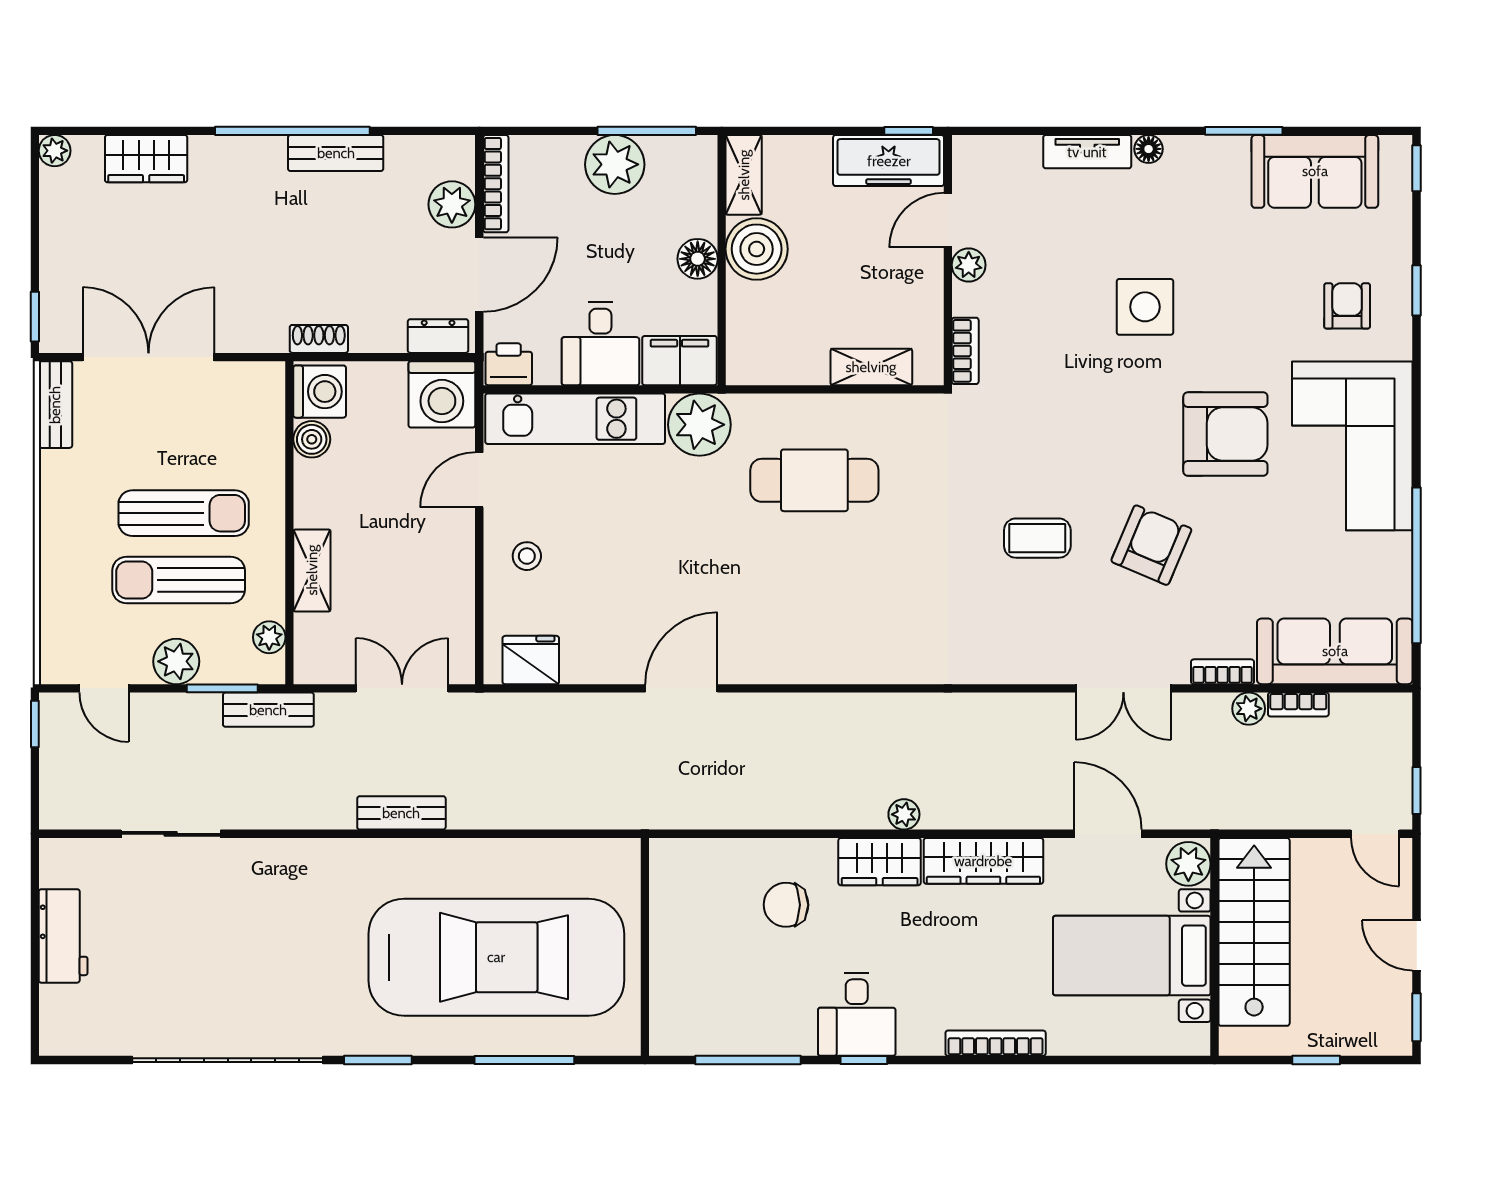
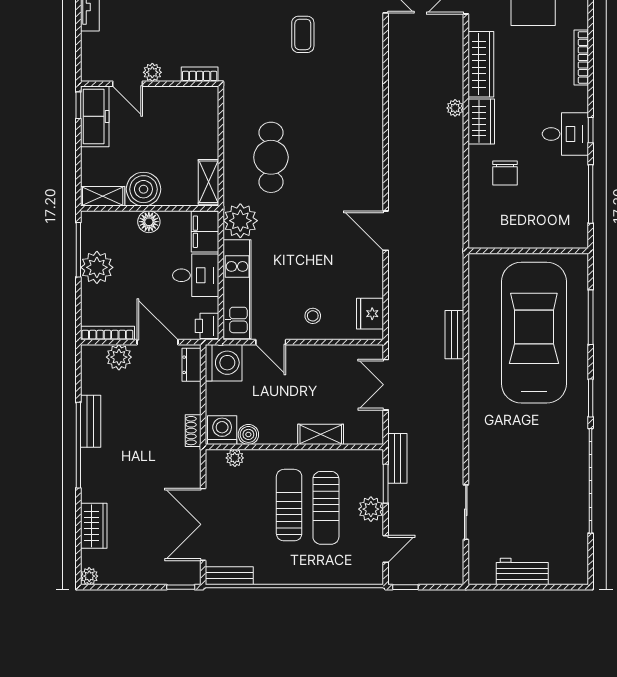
shelving: (871, 367) -> (209, 182), moved
plant: (269, 637) -> (235, 458), moved
bench: (401, 813) -> (454, 335), moved

